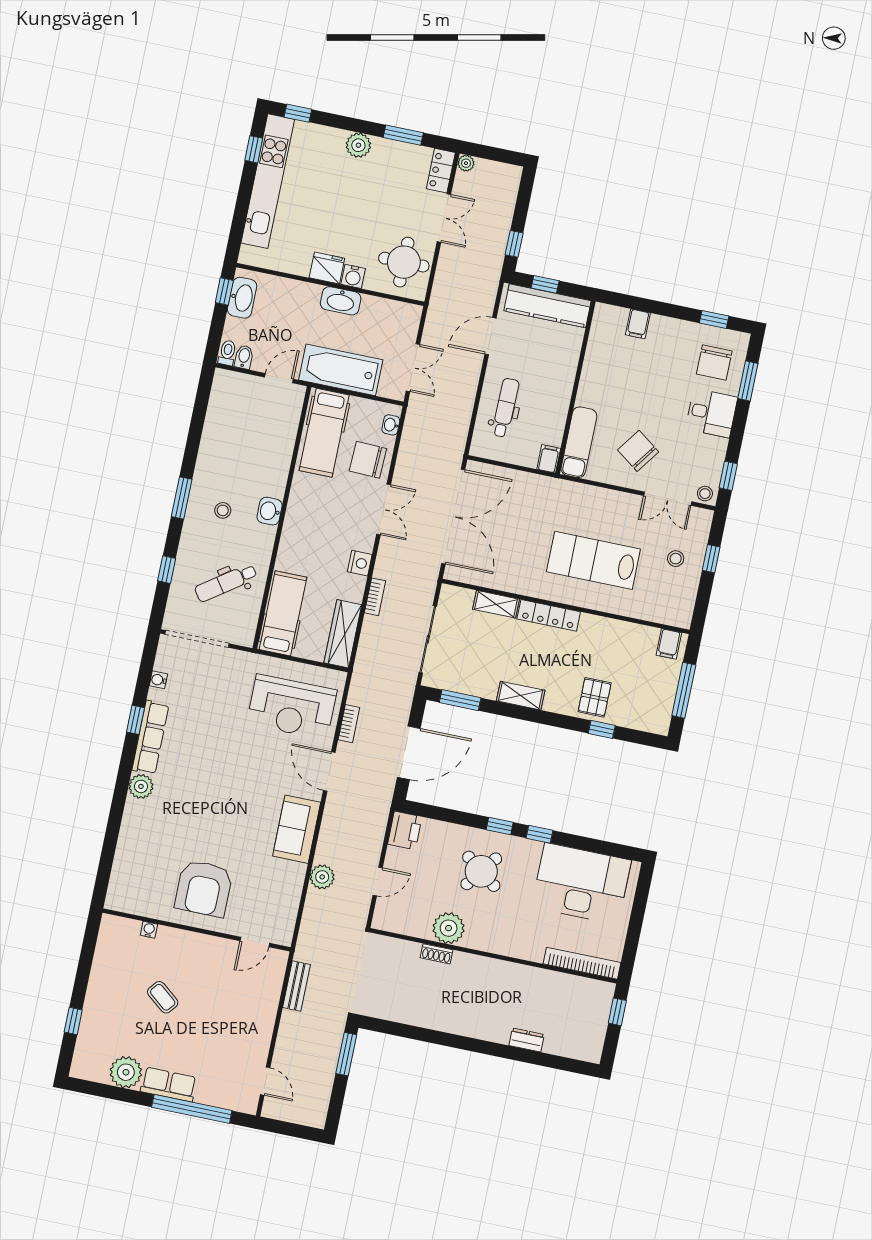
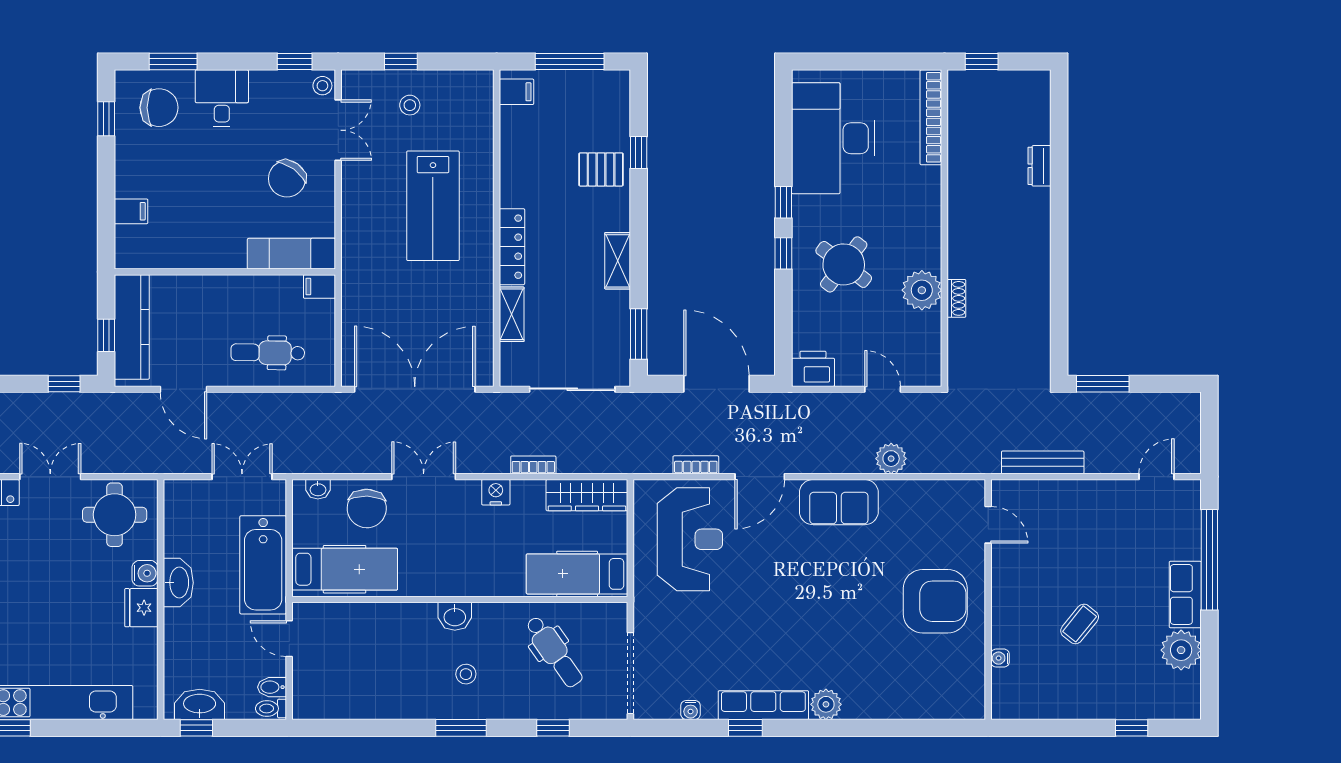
bench: (296, 986) -> (1043, 462), width x1.36

